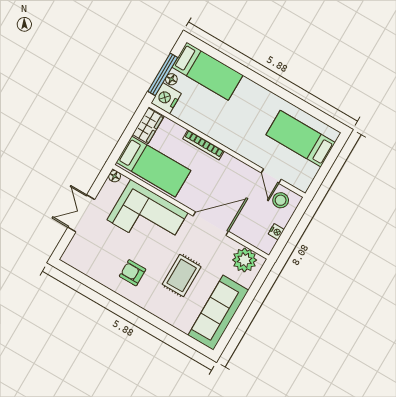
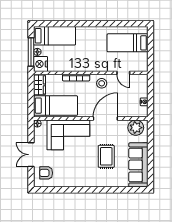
stool: (281, 200) -> (102, 83), moved
armchair: (133, 273) -> (46, 173), moved

